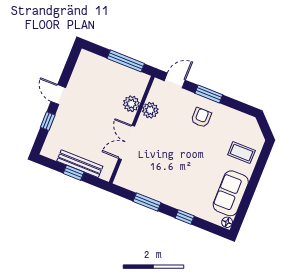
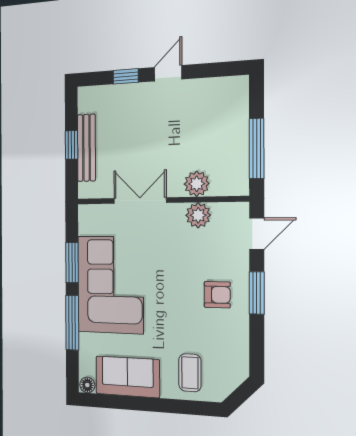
door: (175, 80) -> (257, 234), hinge flipped
corner sofa: (170, 182) -> (110, 285), added
window: (185, 217) -> (72, 323), width x2.17

